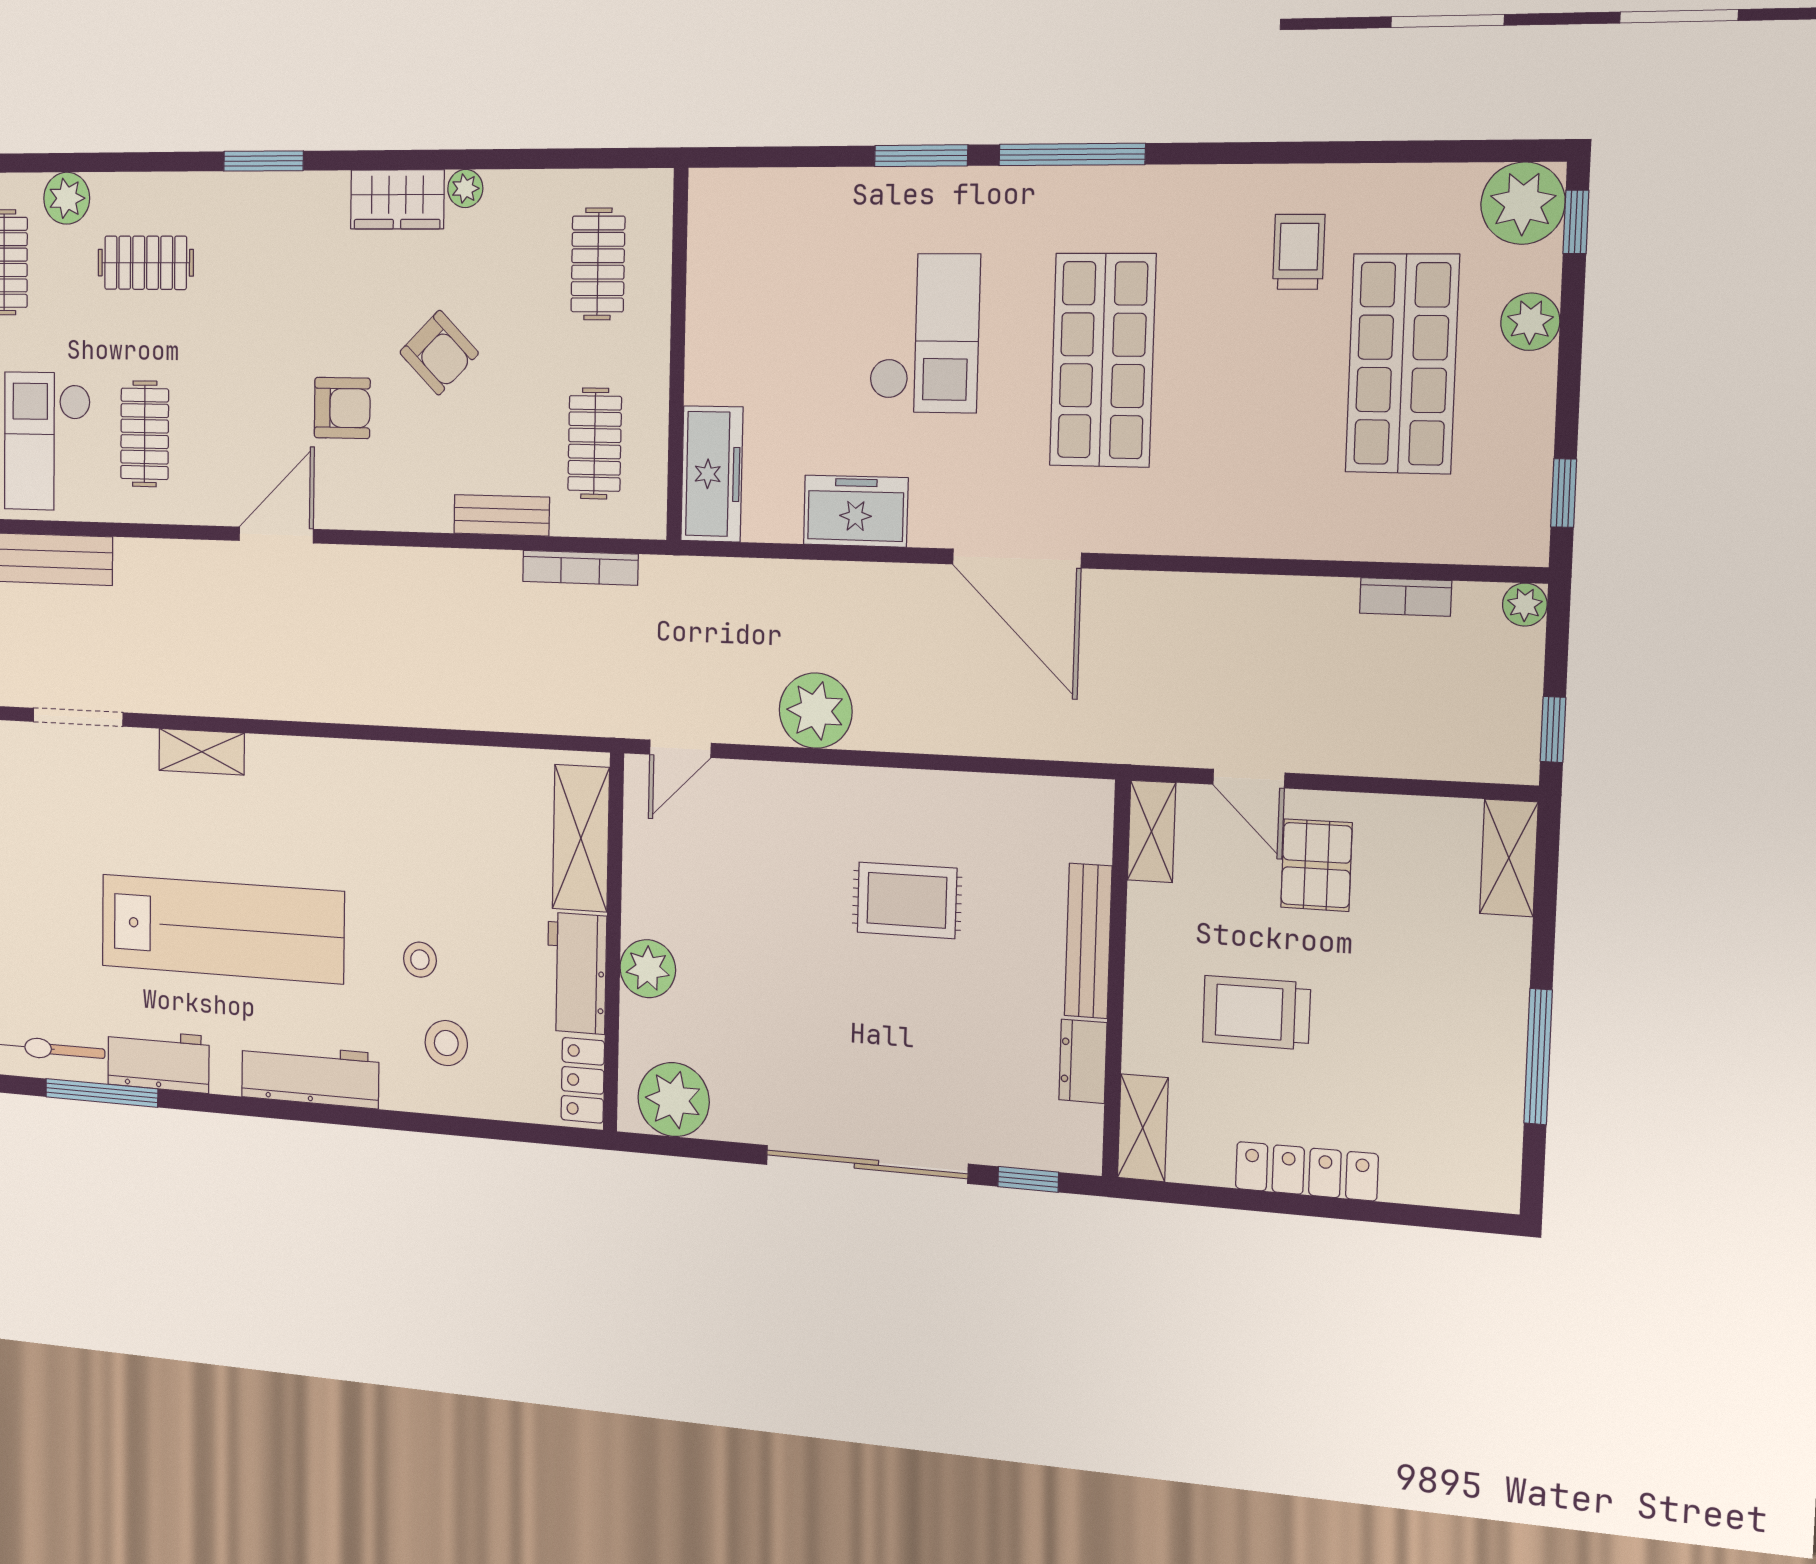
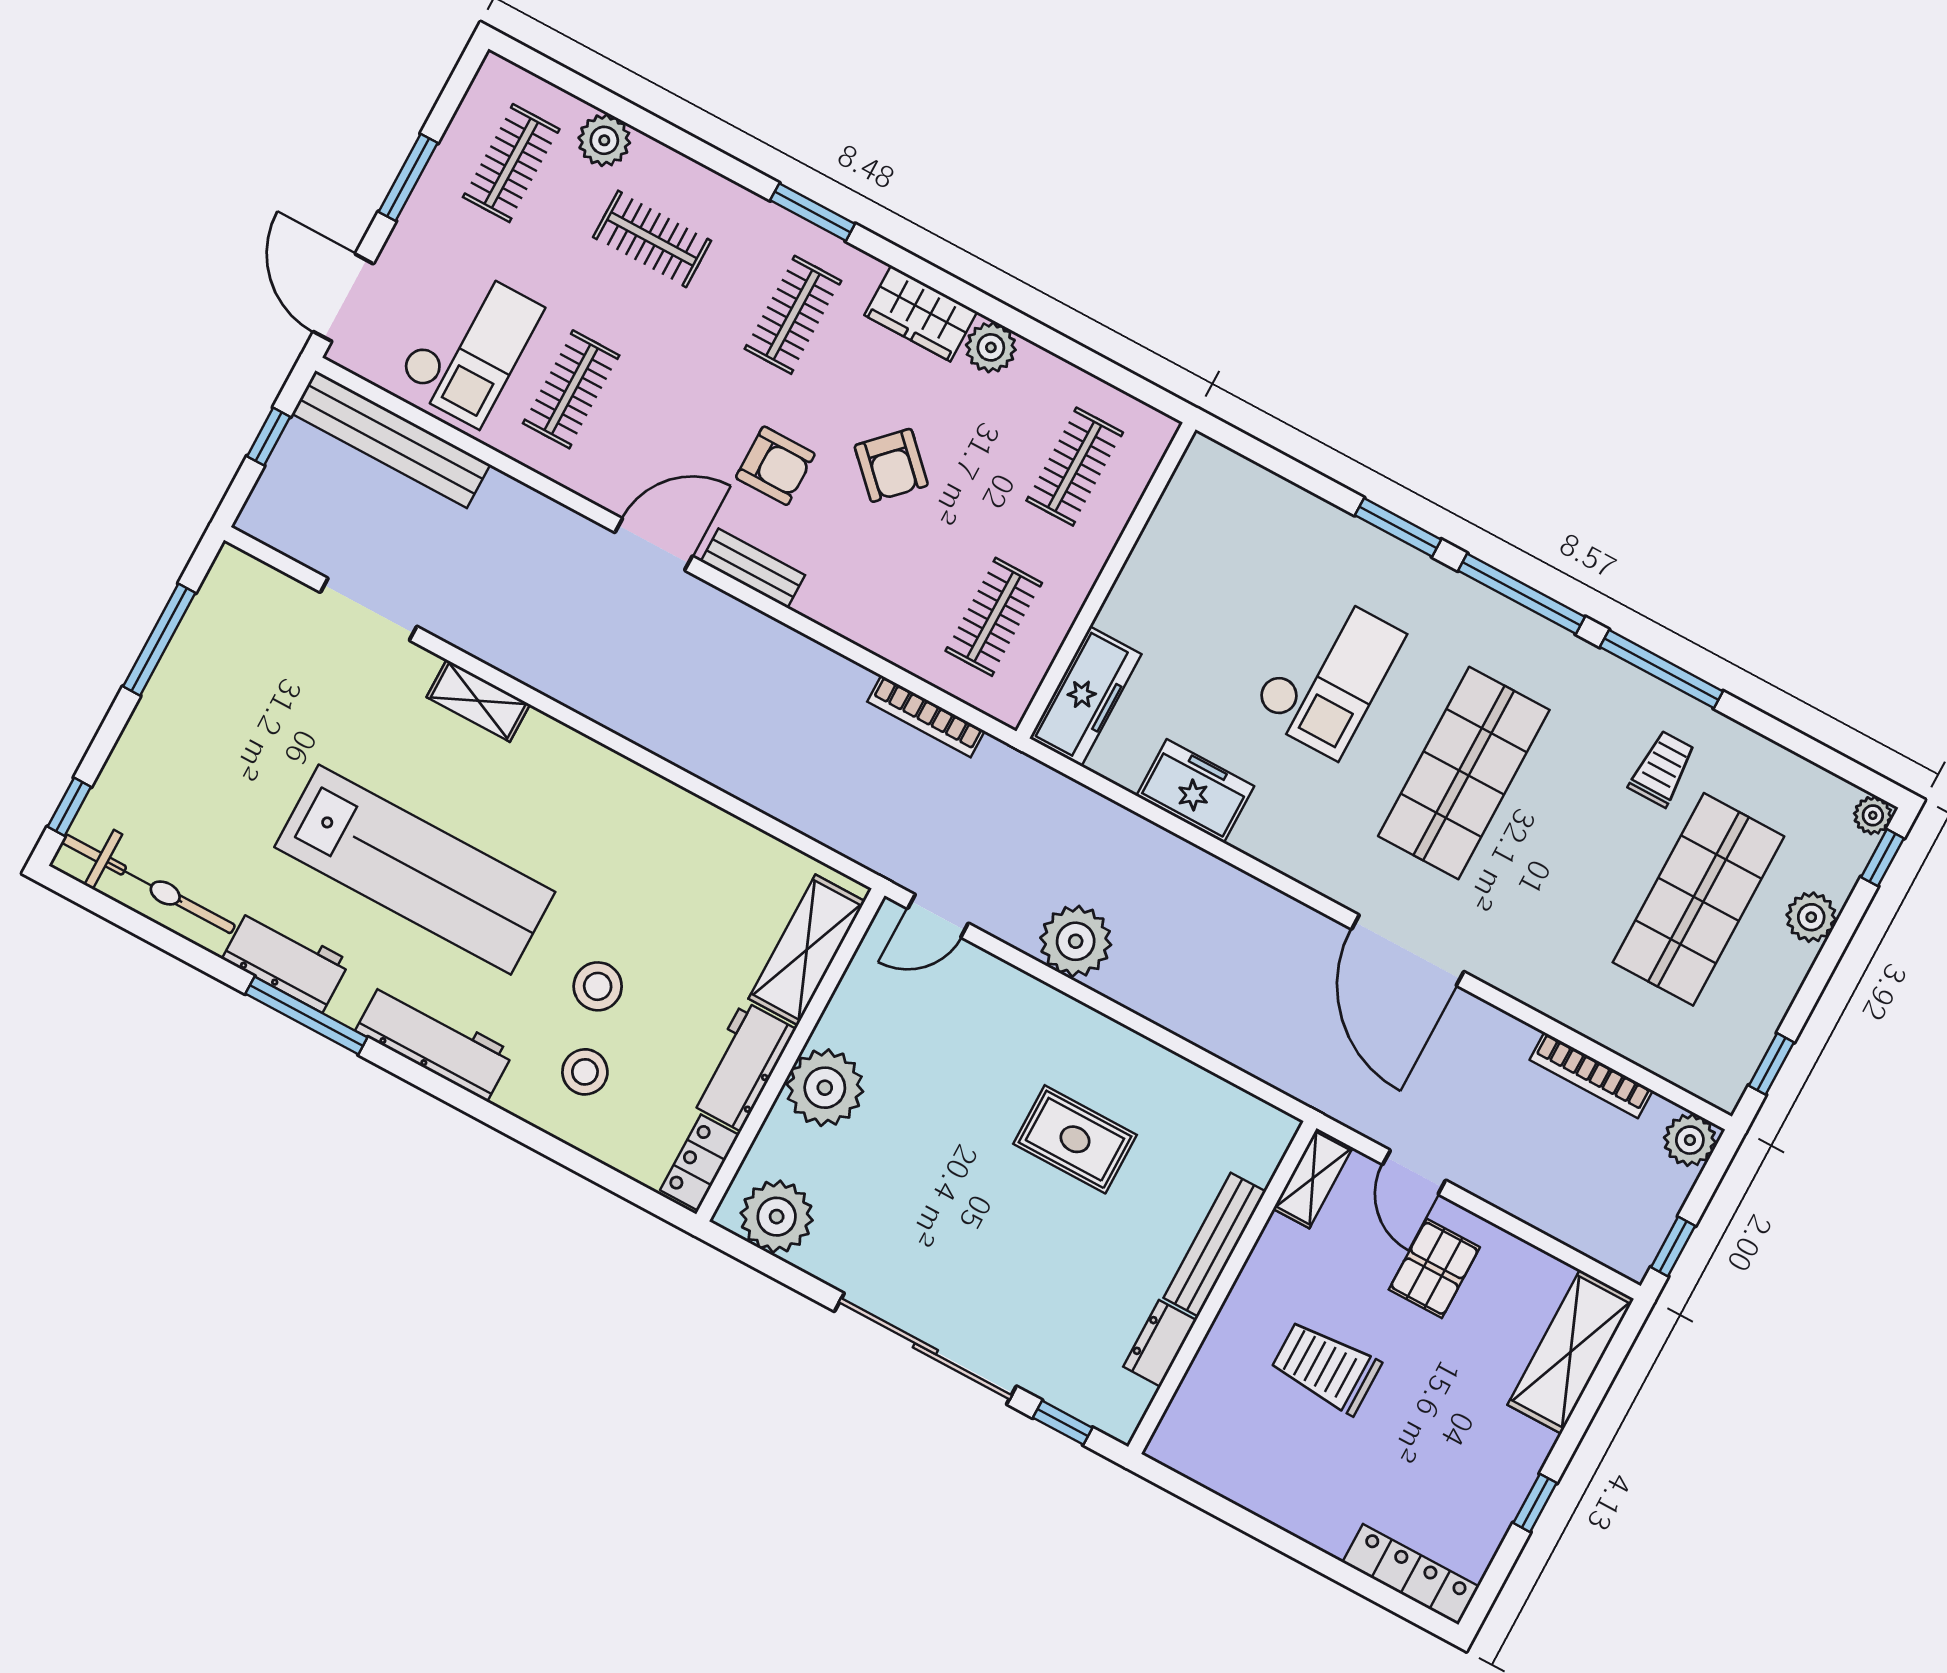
window: (1248, 153) -> (1661, 669), added
plant: (465, 188) -> (991, 347), width x1.38, depth x1.38
plant: (1523, 203) -> (1873, 815), width x0.53, depth x0.53
clothes rail: (292, 263) -> (793, 315), added
checkout: (47, 441) -> (470, 346), turned 180
bench: (502, 515) -> (753, 568), moved
door: (1017, 559) -> (1408, 950), moved
bookcase: (1405, 597) -> (1591, 1075), width x1.56
plant: (1525, 605) -> (1690, 1140), width x1.38, depth x1.38
shelving: (1509, 858) -> (1571, 1352), width x1.50, depth x1.33
stool: (420, 960) -> (598, 986), width x1.37, depth x1.37
plant: (648, 969) -> (825, 1088), width x1.36, depth x1.36
window: (1538, 1057) -> (1535, 1503), width x0.46
window: (102, 1093) -> (306, 1015), moved
shelving: (1143, 1128) -> (1183, 1421), removed
locker: (1307, 1171) -> (1411, 1574), moved

